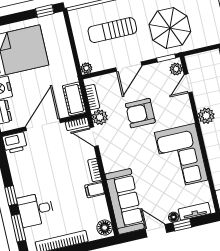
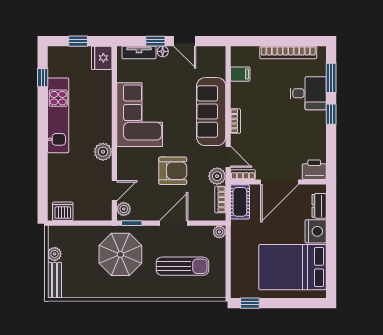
filing cabinet: (95, 190) -> (240, 74), moved
sofa: (125, 201) -> (211, 112), moved
floor lamp: (105, 228) -> (239, 57), removed

